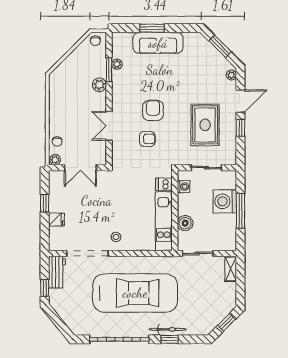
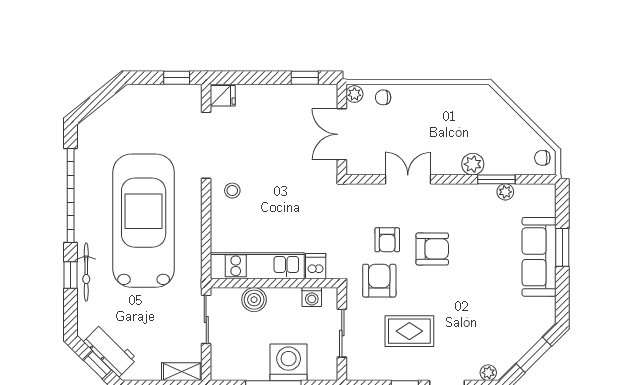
rug: (205, 125) -> (409, 331), width x0.73, depth x0.70
armchair: (173, 144) -> (379, 281), added
window: (45, 203) -> (305, 78), moved
fridge: (56, 220) -> (223, 96), moved, turned -90
workbench: (57, 272) -> (110, 350), moved, turned -135
window: (45, 288) -> (177, 78), moved
car: (135, 293) -> (144, 221), turned 180

